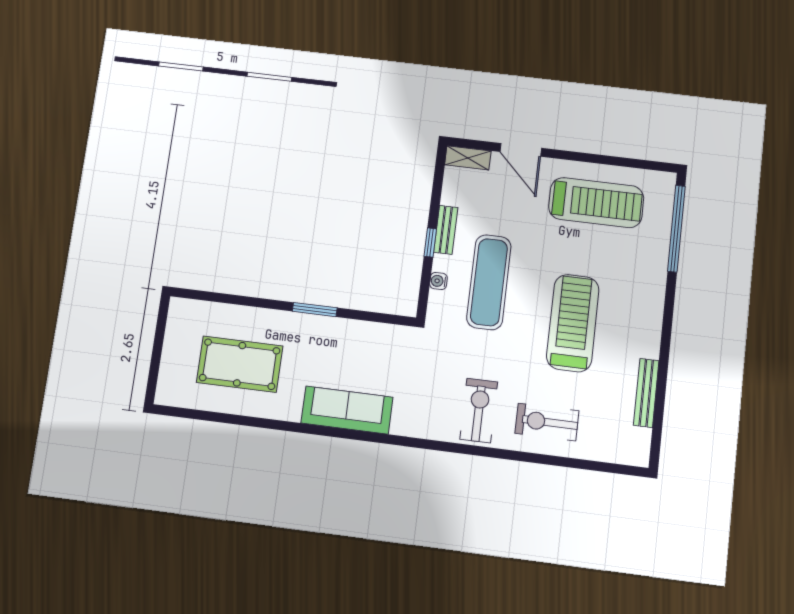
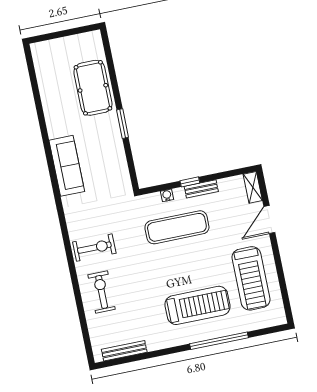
window: (676, 229) -> (219, 341), moved
treadmill: (573, 323) -> (197, 305), moved
pool table: (240, 364) -> (93, 88), moved
bench: (646, 393) -> (124, 351), moved

